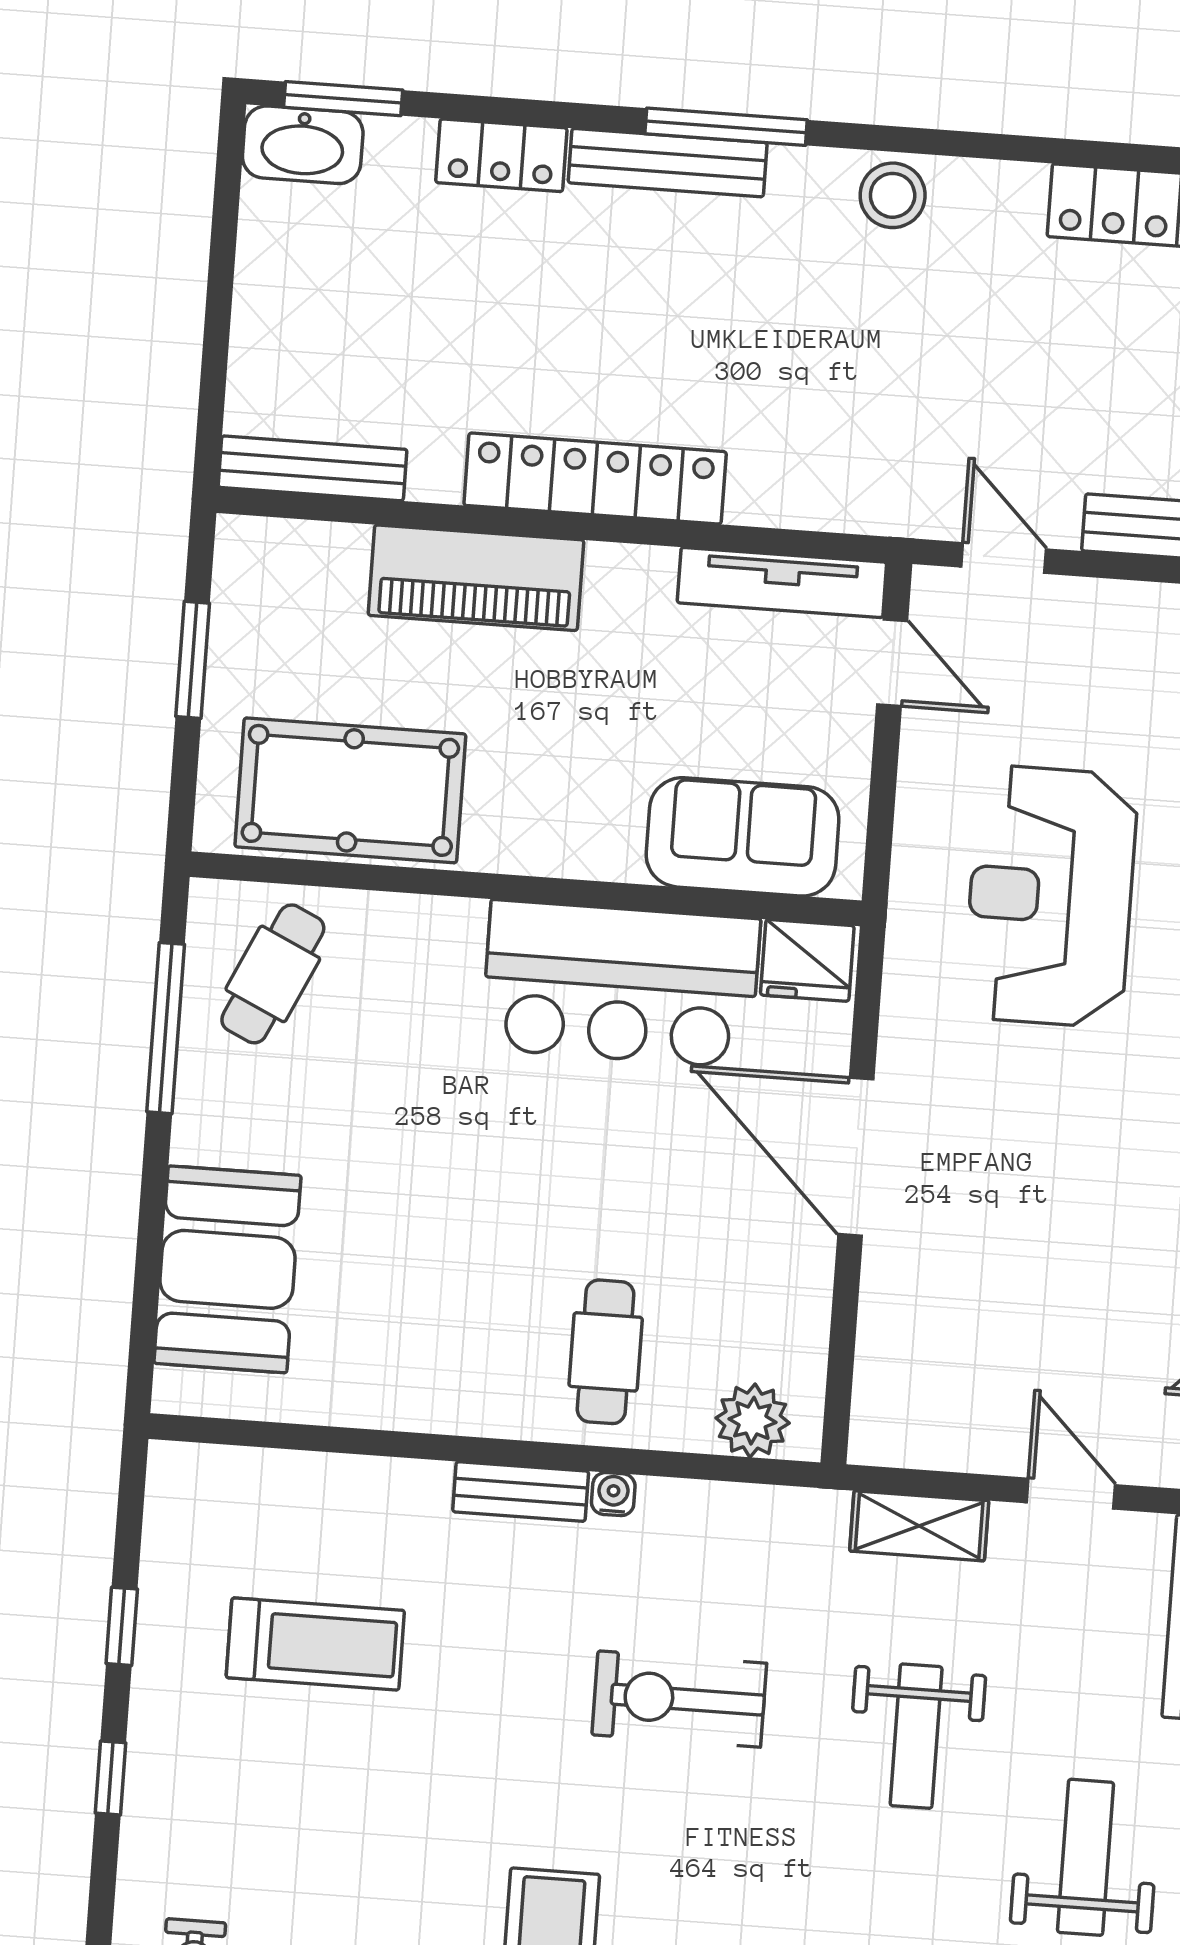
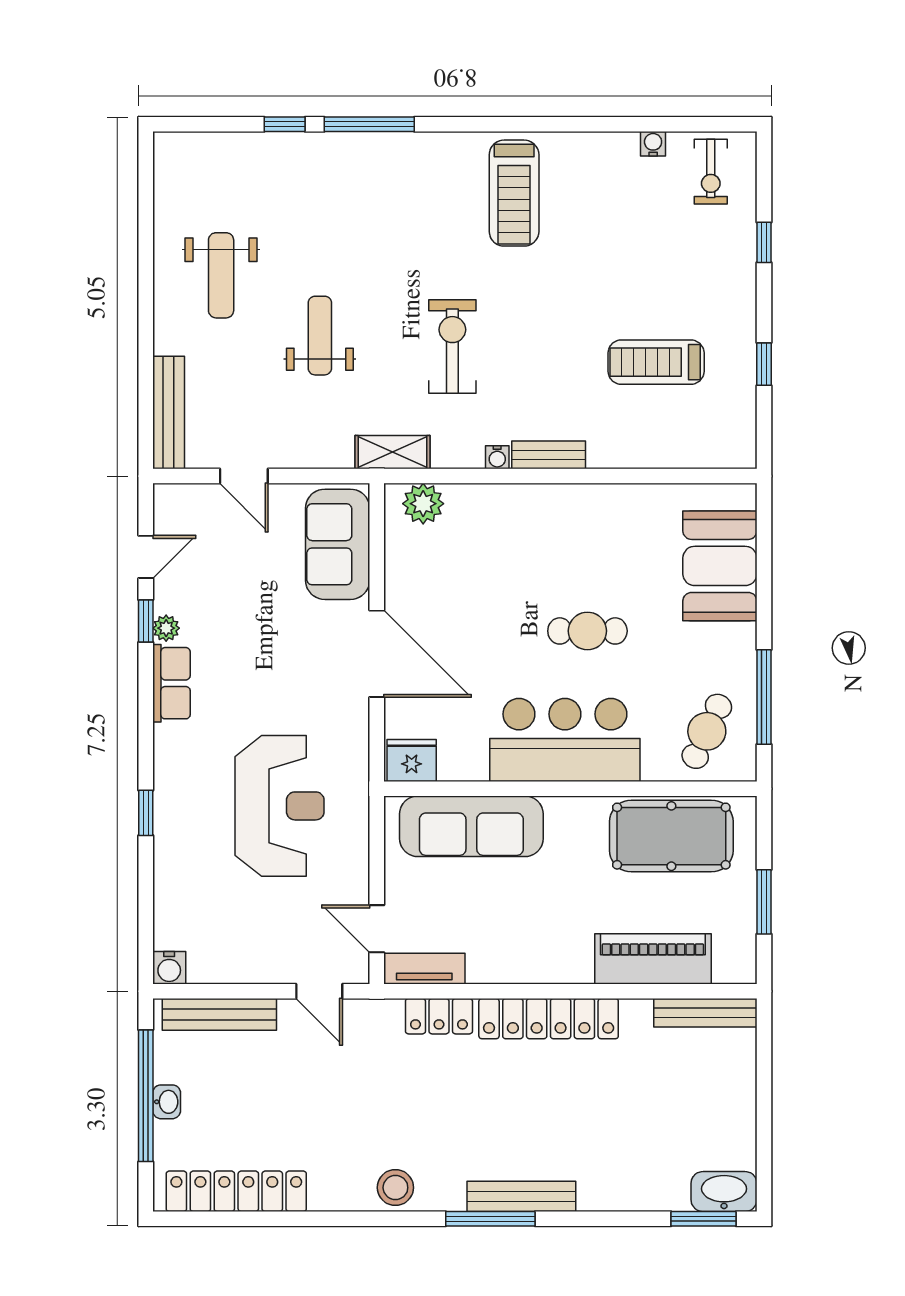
locker: (501, 155) -> (439, 1016), moved, turned 180
piano: (476, 578) -> (653, 959), moved
tv unit: (782, 583) -> (424, 969), width x0.71
sofa: (743, 837) -> (471, 826), width x1.36
bar counter: (621, 984) -> (565, 740), moved
cafe table: (606, 1352) -> (587, 631), moved, turned 90
sofa: (912, 1359) -> (338, 544), added
shelving: (919, 1526) -> (393, 452), moved
exercise bike: (679, 1699) -> (452, 347), turned -90
window: (111, 1778) -> (764, 242), moved

